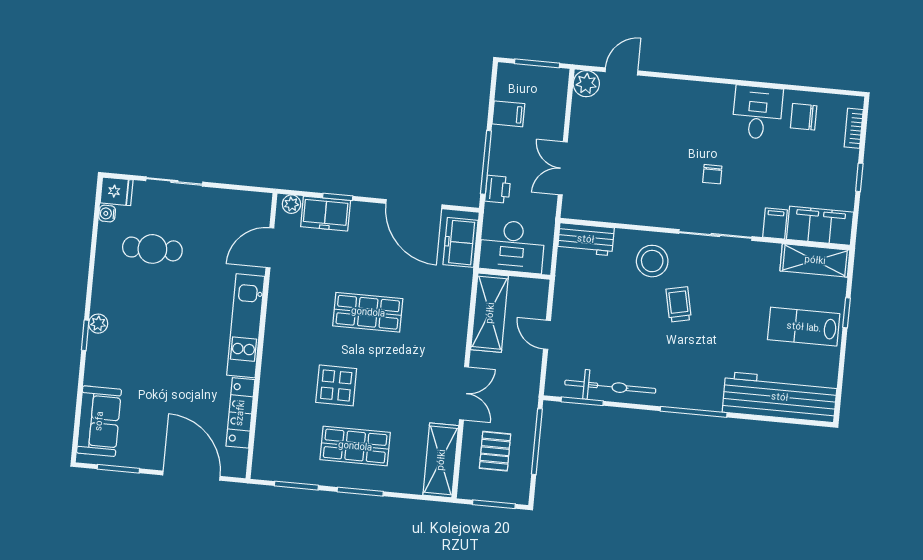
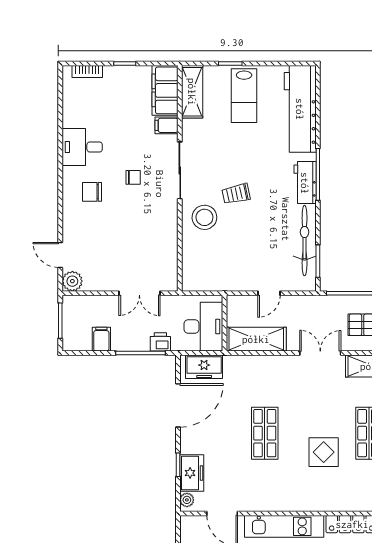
chair: (804, 117) -> (92, 192), moved, turned 90
workbench: (586, 239) -> (305, 183), moved, turned 180

